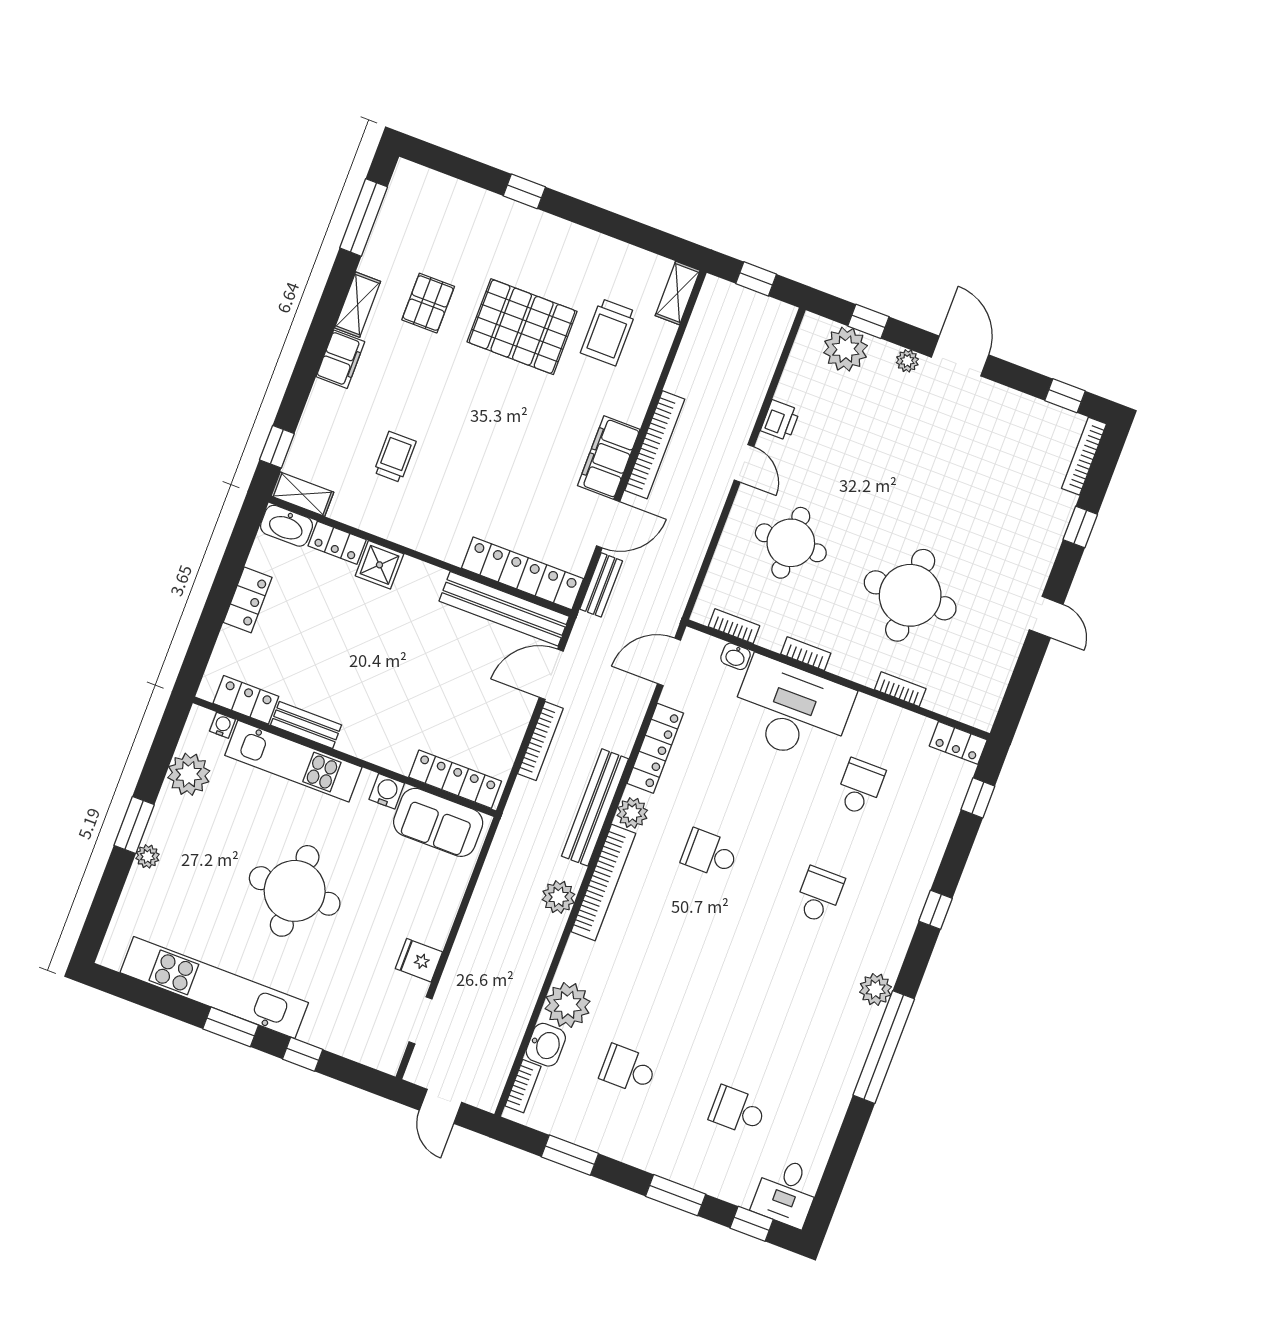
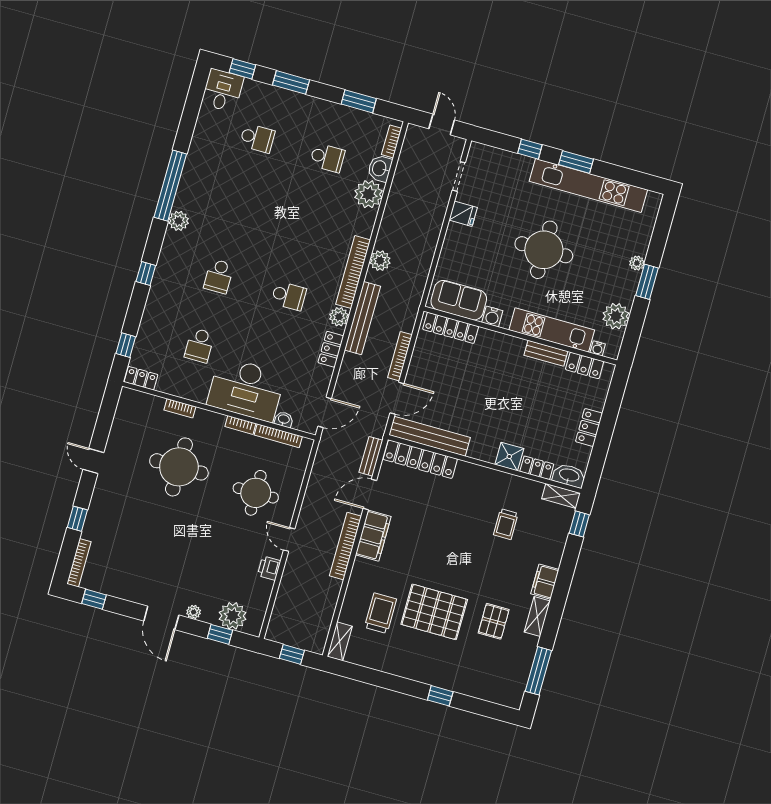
bookcase: (734, 626) -> (278, 436), width x1.56
locker: (655, 748) -> (331, 349), width x0.66

